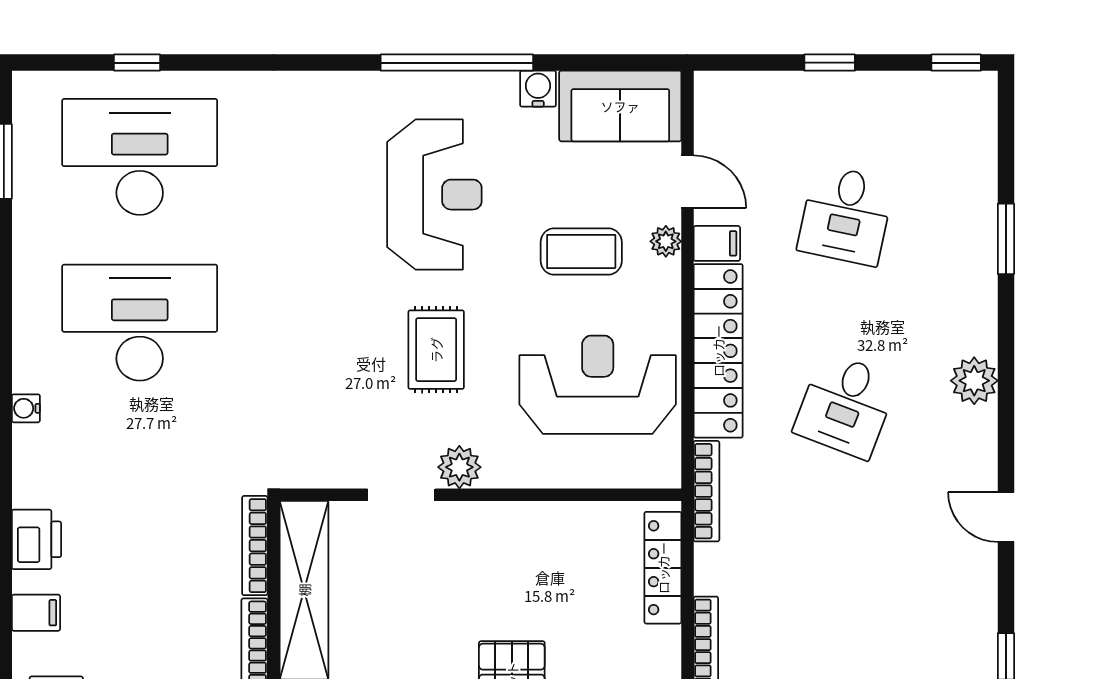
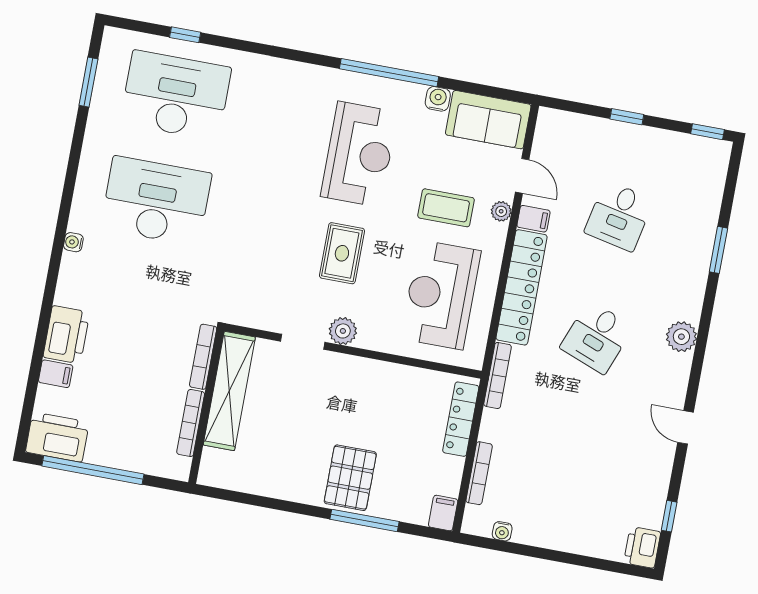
reception desk: (598, 385) -> (441, 295), turned -90
printer: (37, 539) -> (66, 335), width x1.37, depth x1.19

